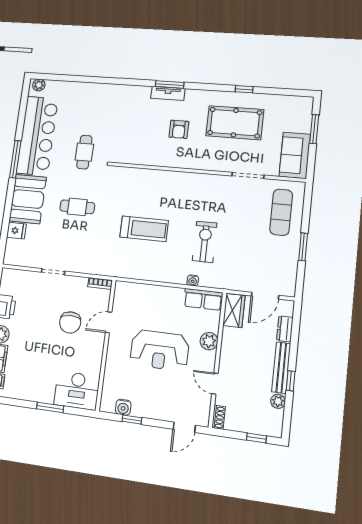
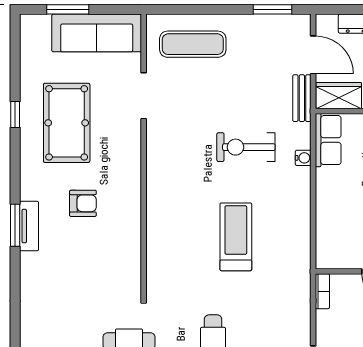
sofa: (295, 155) -> (97, 33), width x1.36
window: (303, 247) -> (273, 9), moved
bench: (235, 284) -> (302, 98), added

